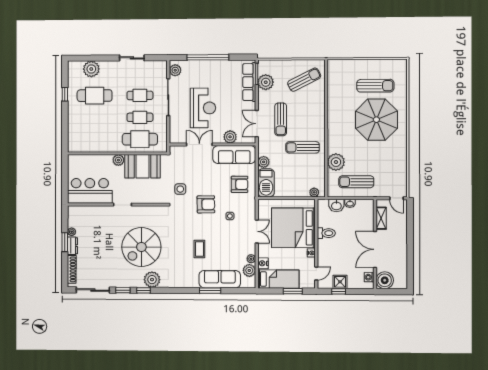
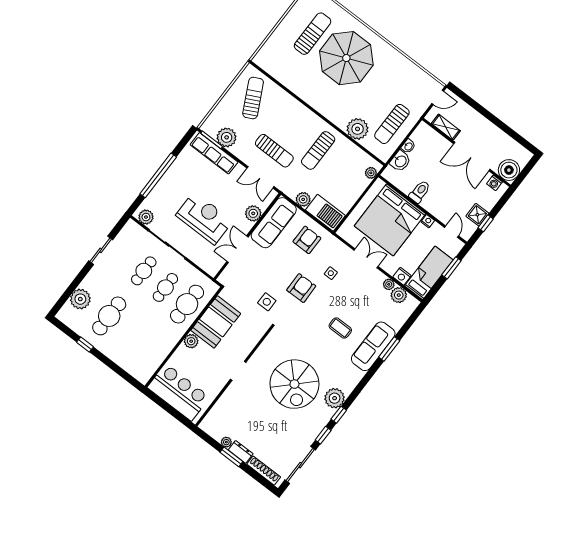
bar counter: (90, 191) -> (178, 392), moved, turned 90
sofa: (220, 279) -> (373, 346), moved

